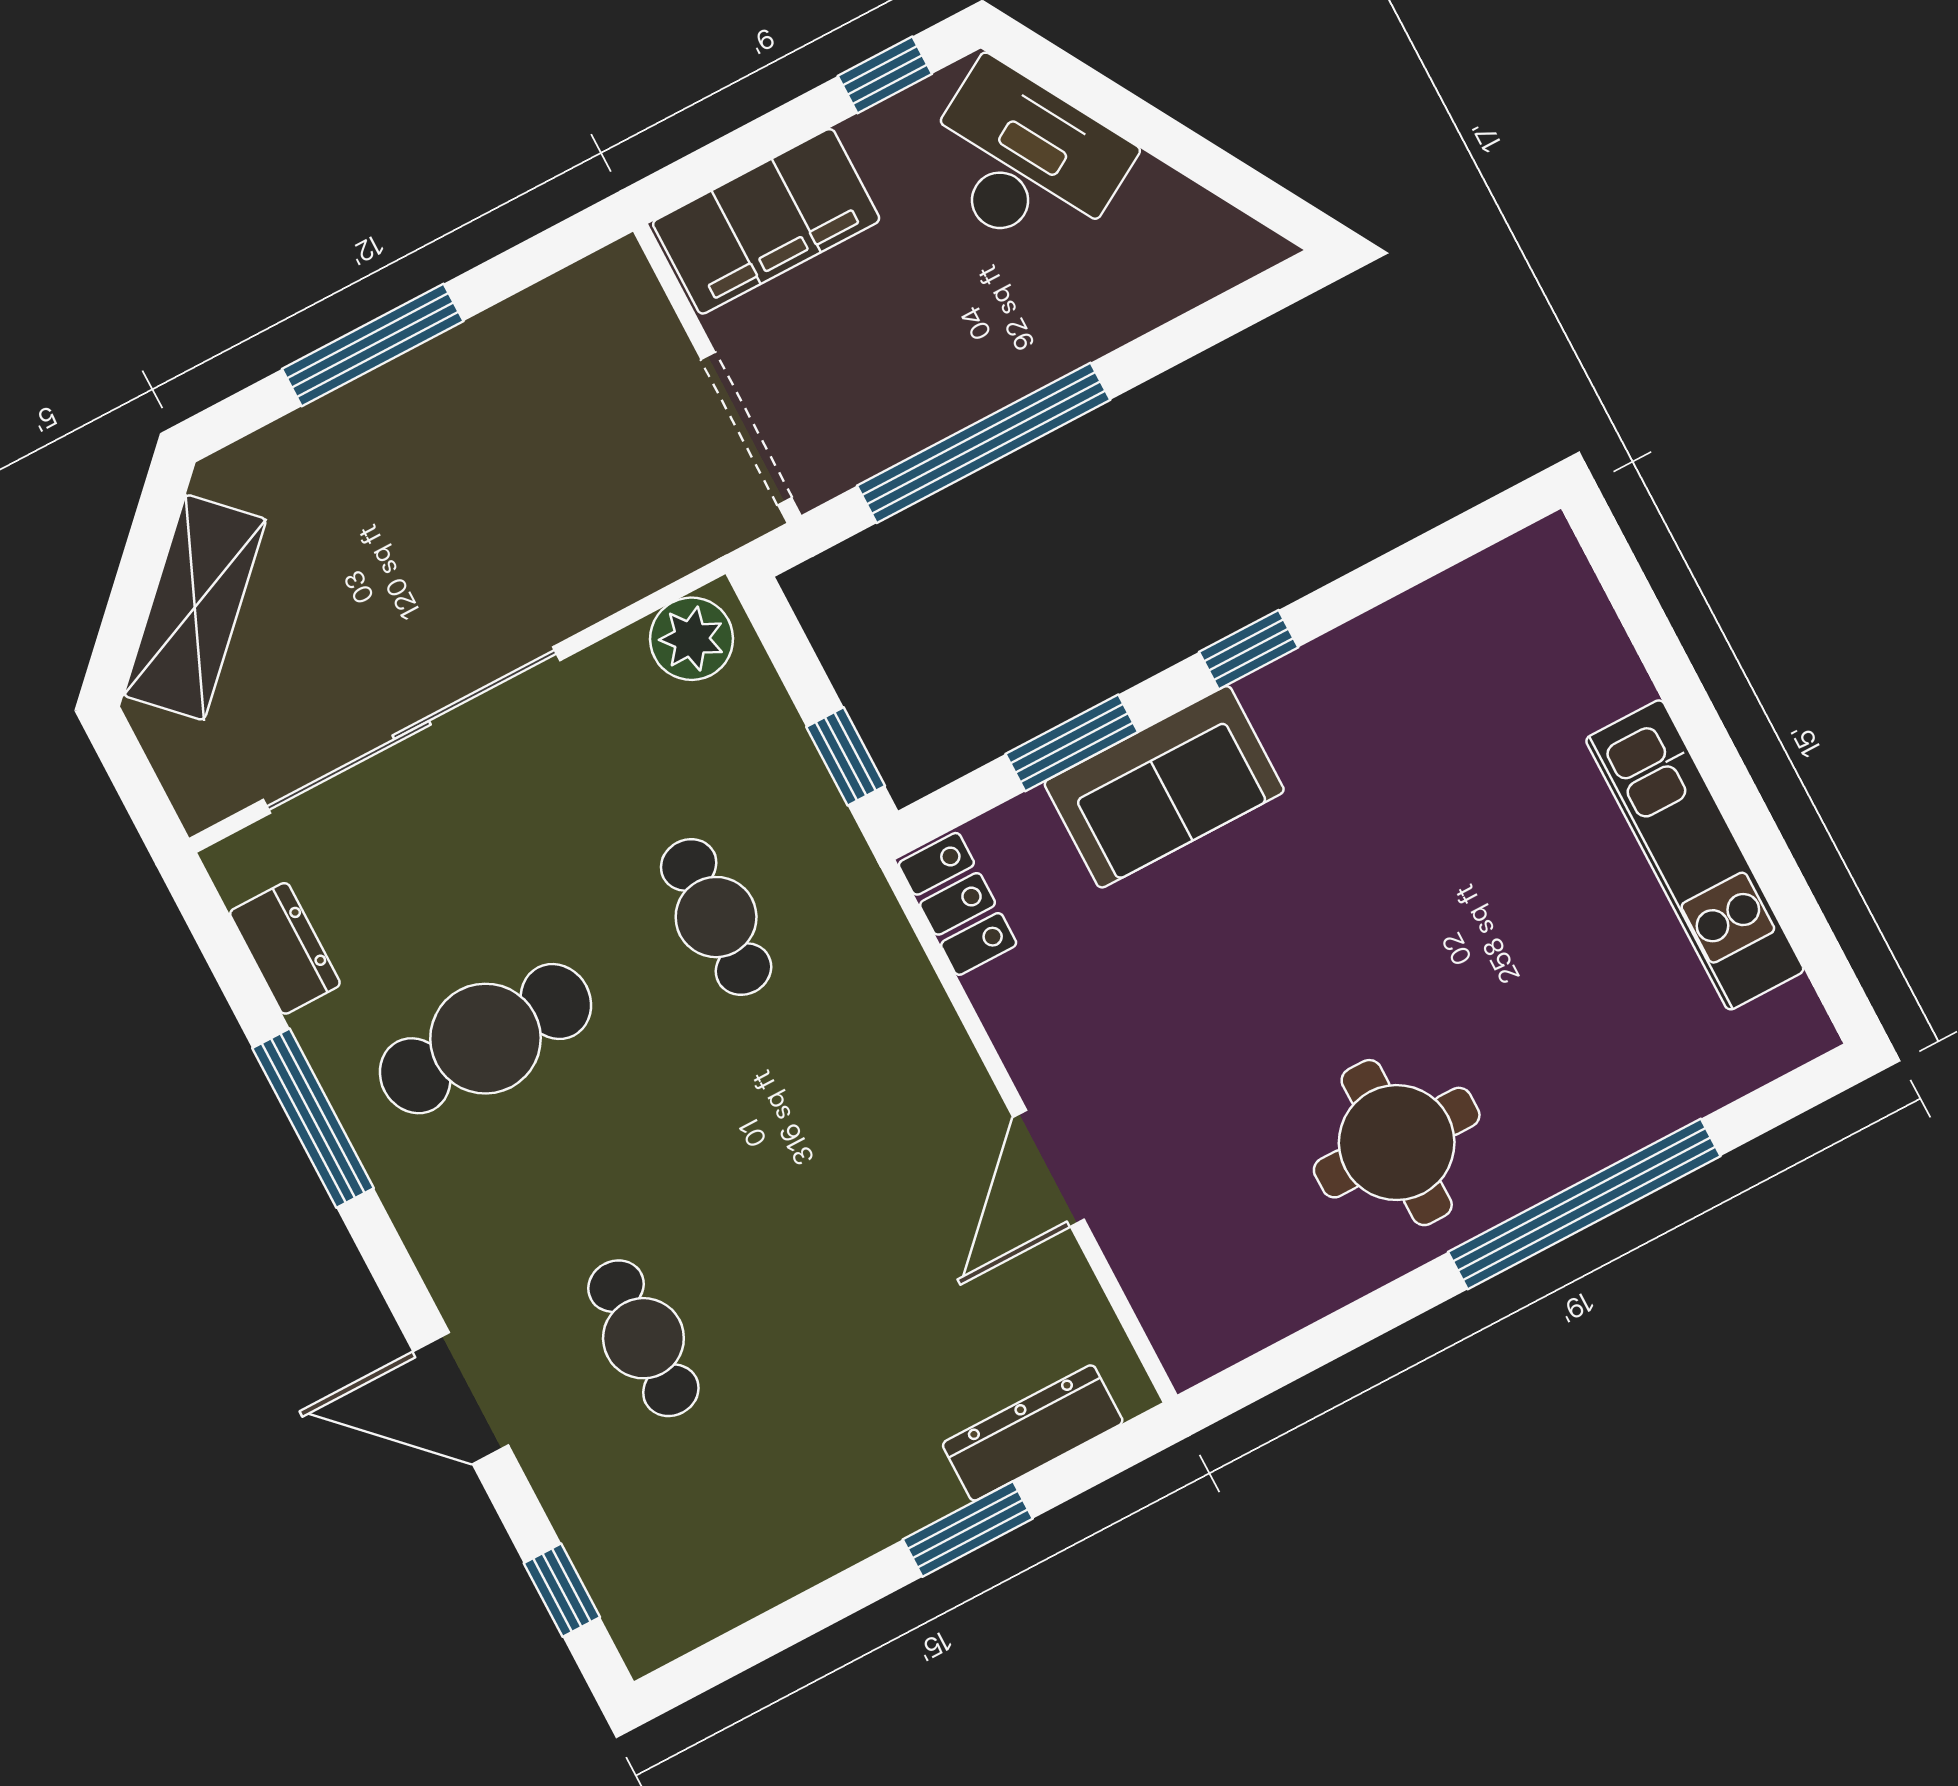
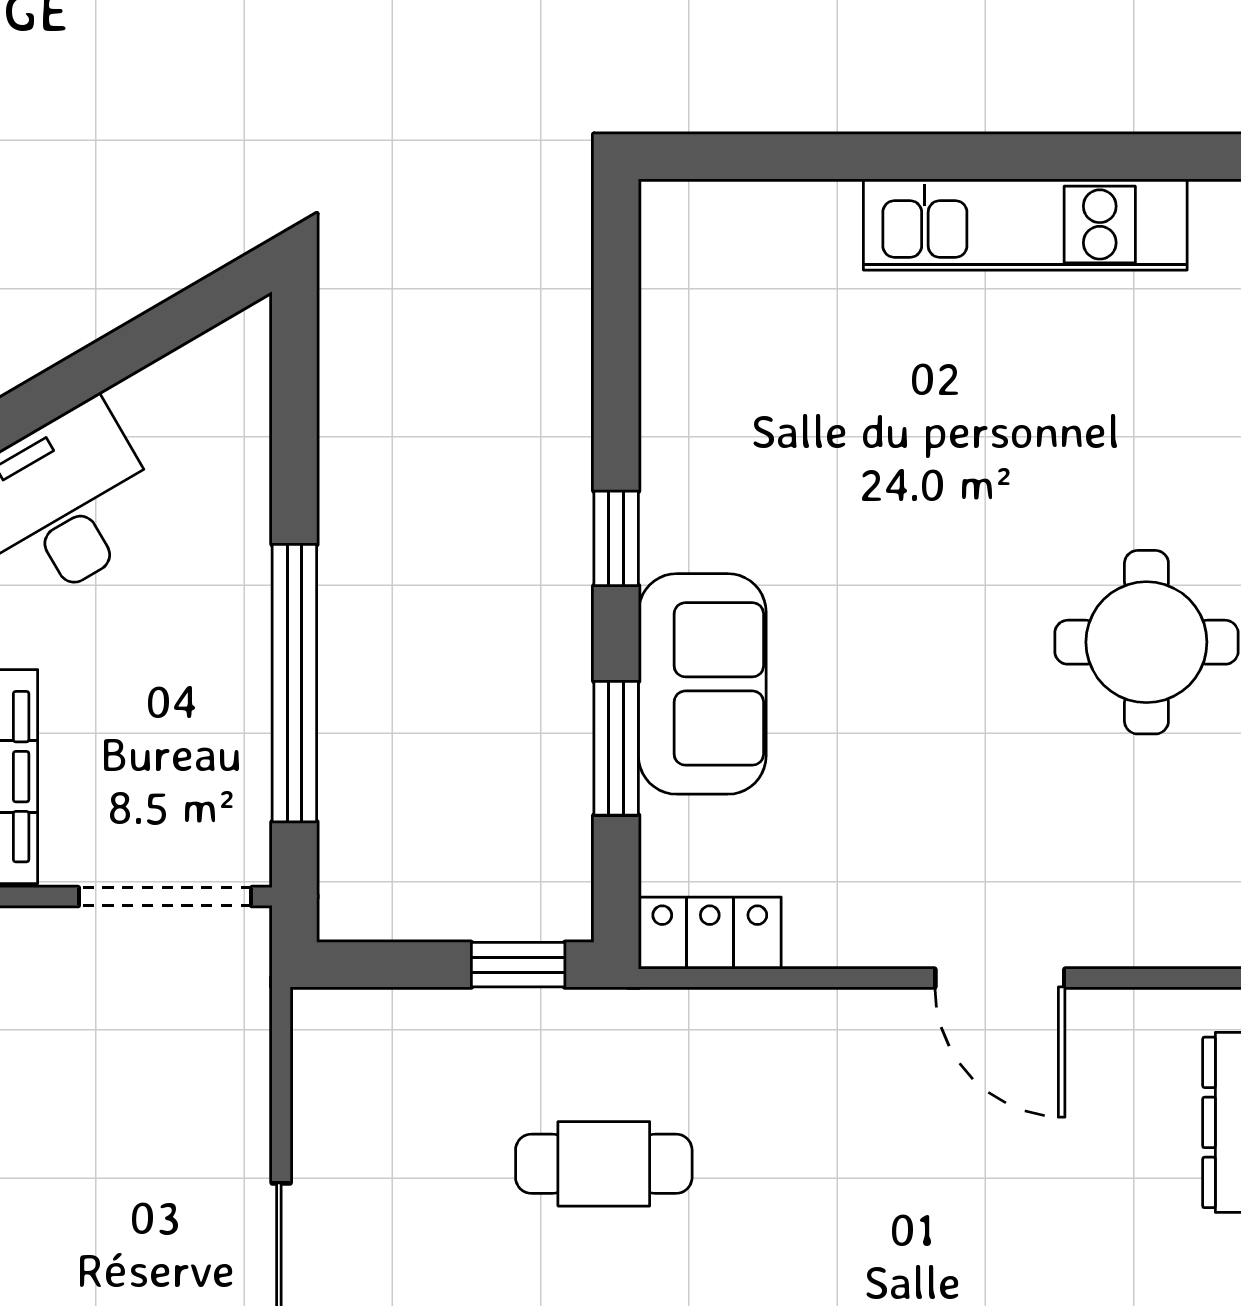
plant: (692, 639) -> (333, 1050), removed

